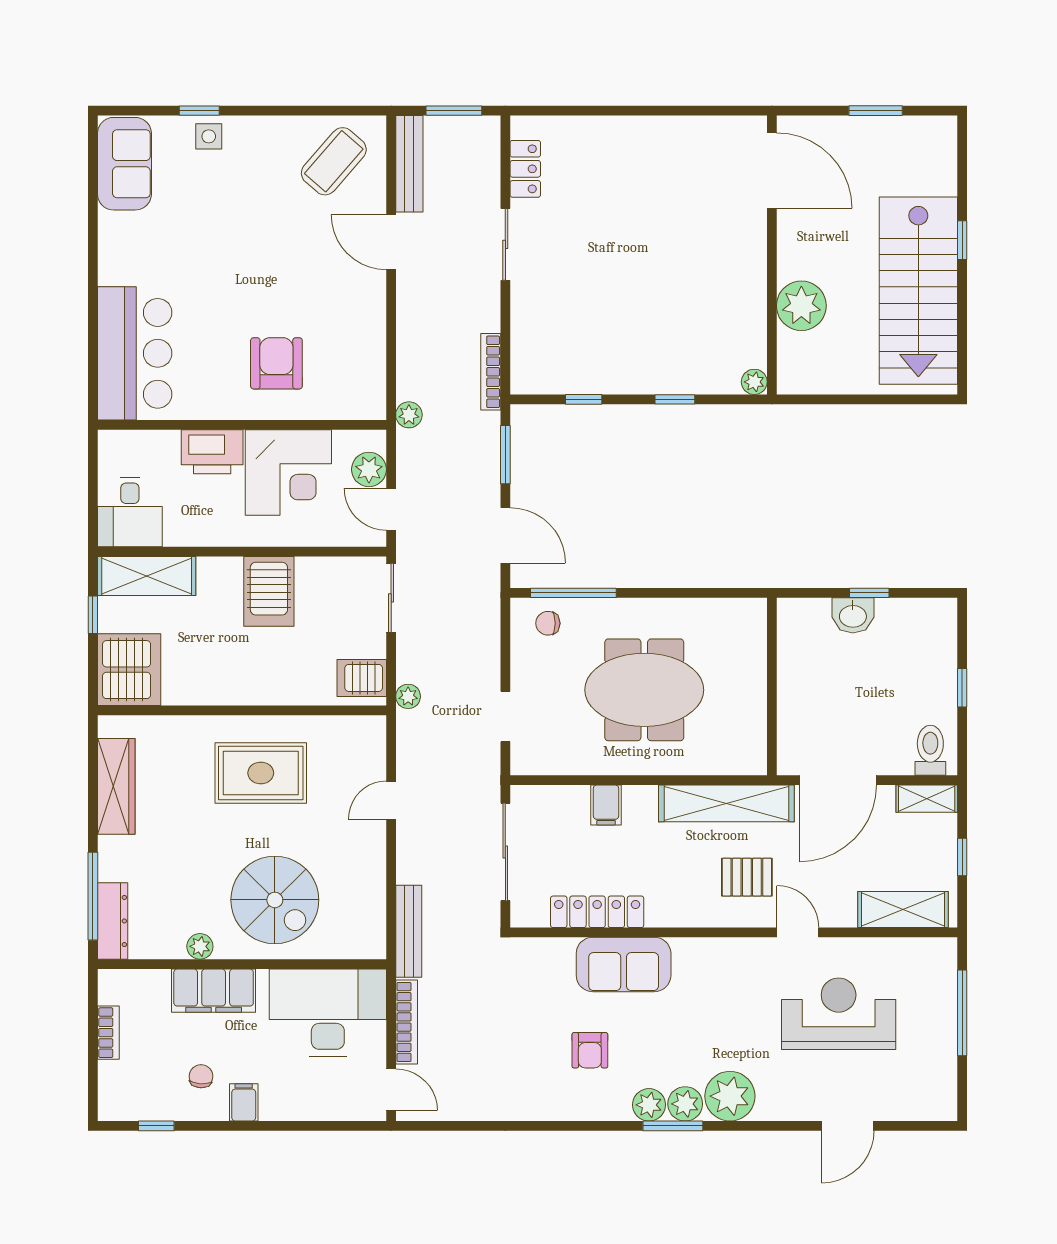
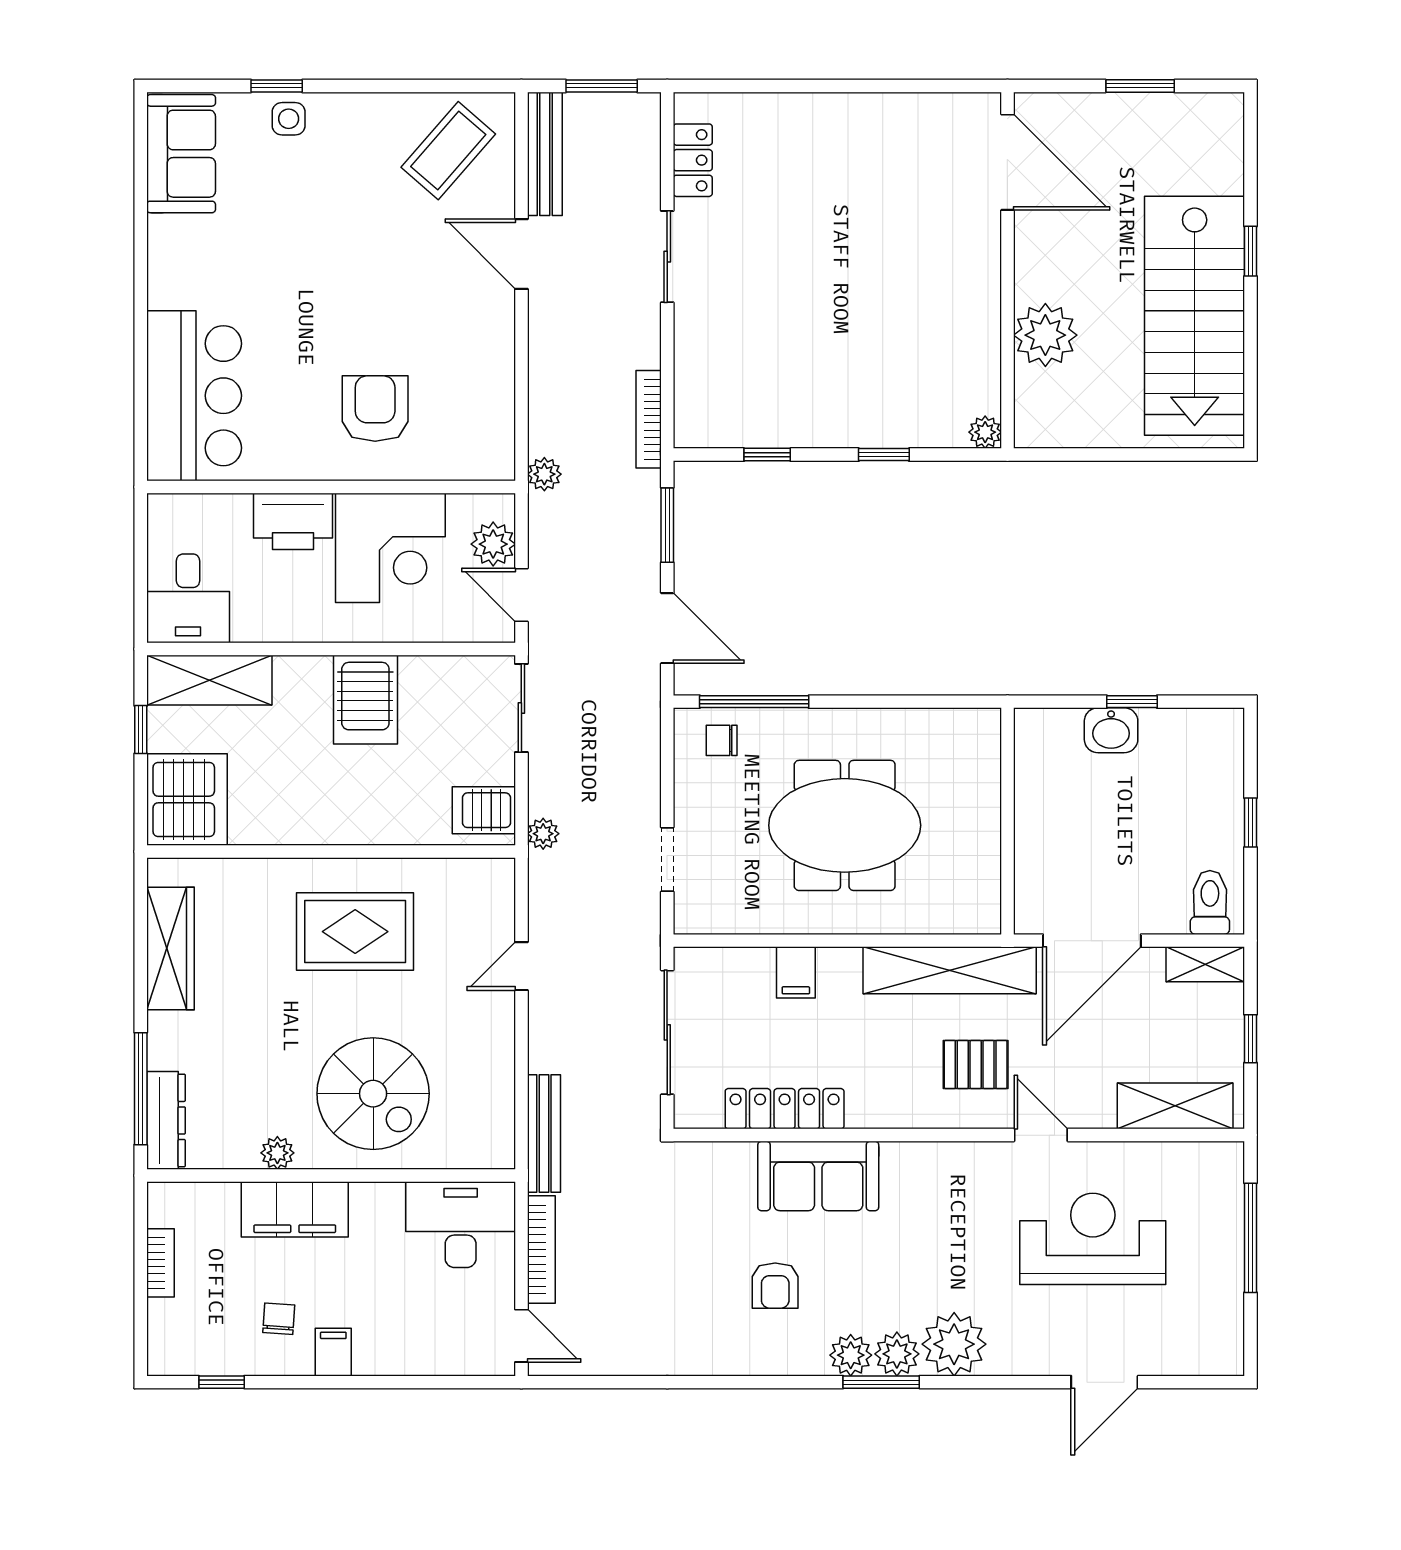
desk: (328, 1013) -> (461, 1225), width x0.73, depth x0.77

